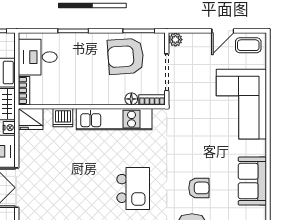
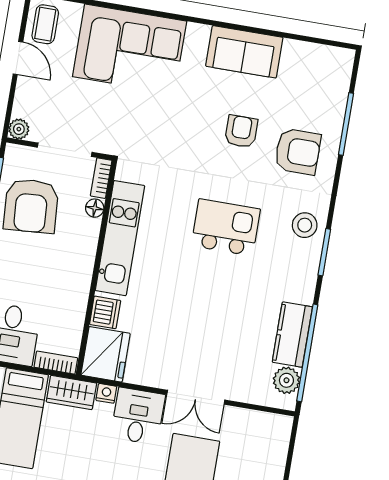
fridge: (31, 119) -> (106, 354), width x1.36, depth x1.34

